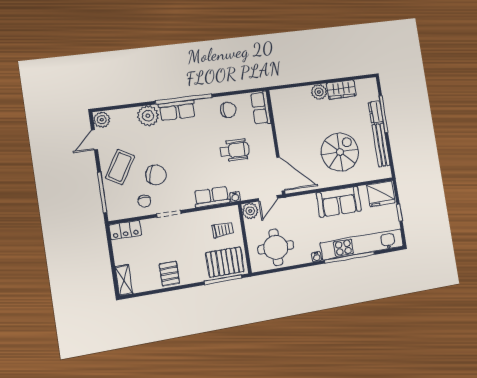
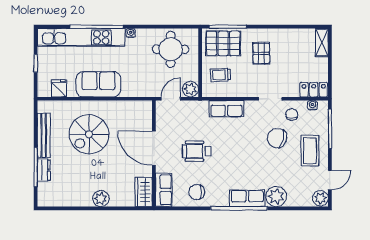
wardrobe: (341, 90) -> (144, 192), moved, turned -90
coffee table: (120, 167) -> (310, 151), turned -31
door: (281, 174) -> (154, 148), moved
fridge: (381, 194) -> (59, 88), width x0.53, depth x0.75
water cooler: (235, 197) -> (312, 105), moved
pallet: (169, 274) -> (261, 53), moved

